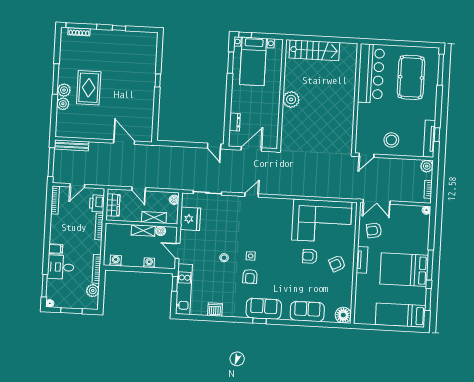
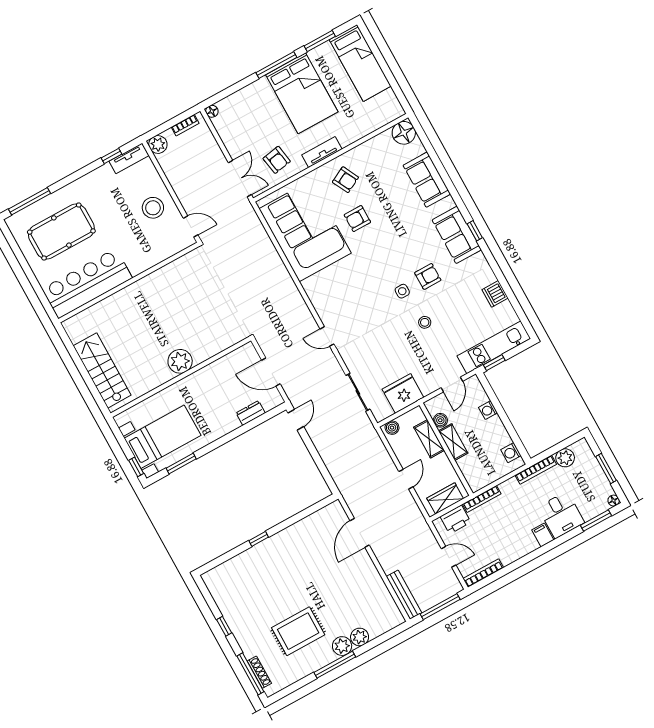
rug: (89, 88) -> (298, 631), moved
tv unit: (429, 139) -> (129, 158), width x0.71
armchair: (310, 256) -> (357, 219), turned 90

